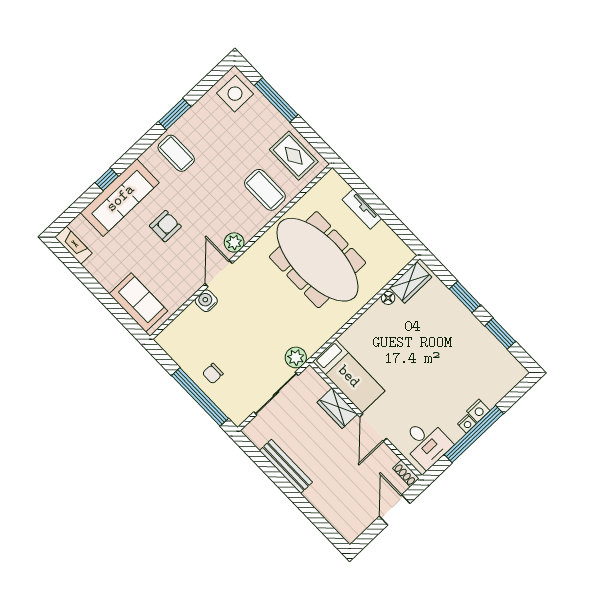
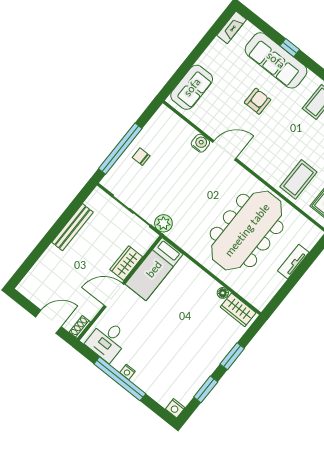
armchair: (165, 226) -> (258, 101), turned -90
plant: (234, 242) -> (252, 160), removed
nightstand: (478, 411) -> (175, 408), moved

